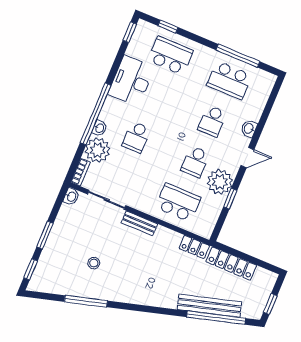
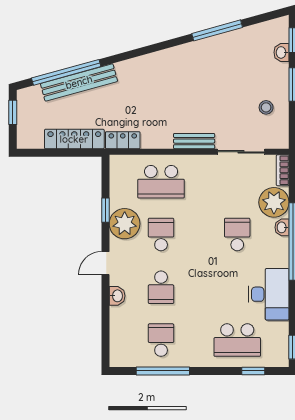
school desk: (229, 80) -> (161, 340), width x0.54
school desk: (212, 121) -> (161, 287), turned 180
washbasin: (71, 197) -> (281, 52), moved
stool: (94, 263) -> (266, 107), moved

